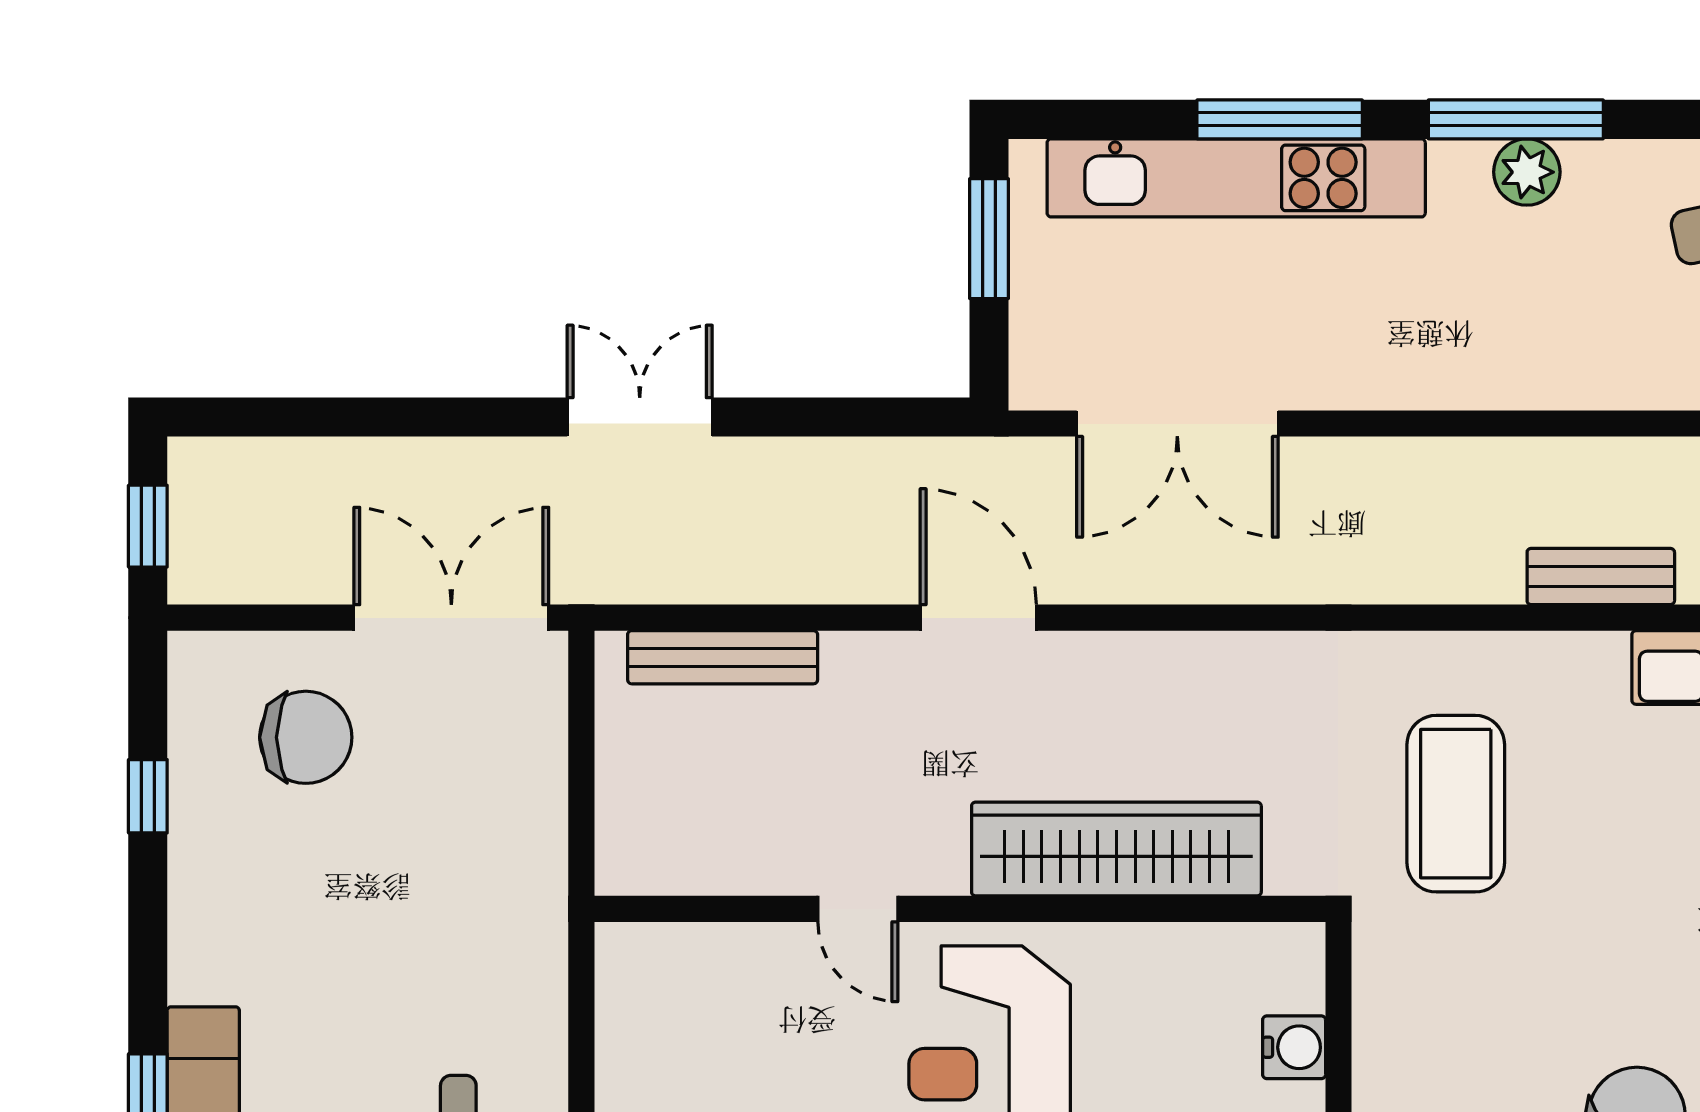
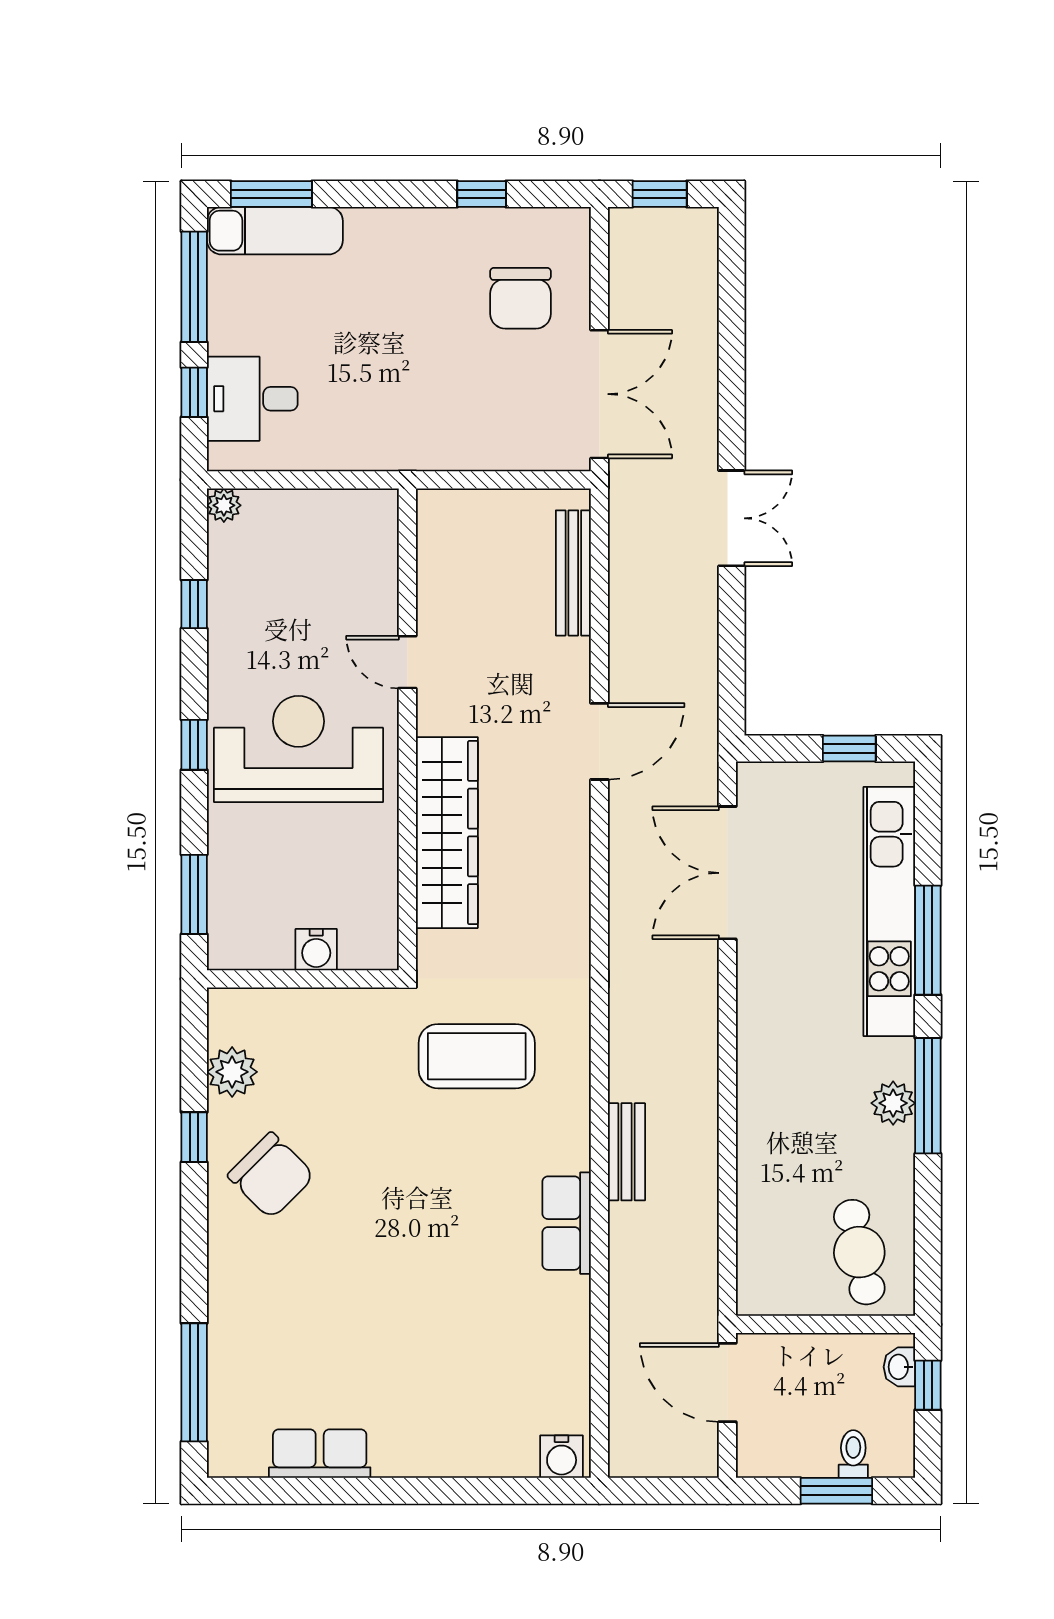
window: (989, 239) -> (849, 749), width x0.67
door: (858, 909) -> (407, 662), hinge flipped

